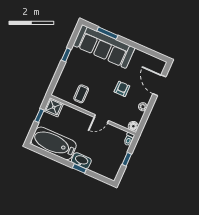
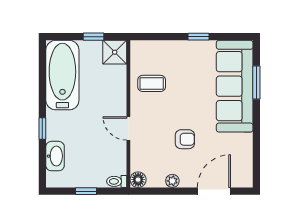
washbasin: (81, 161) -> (55, 156), moved

